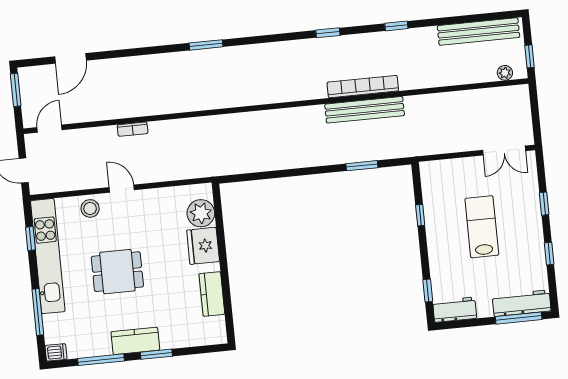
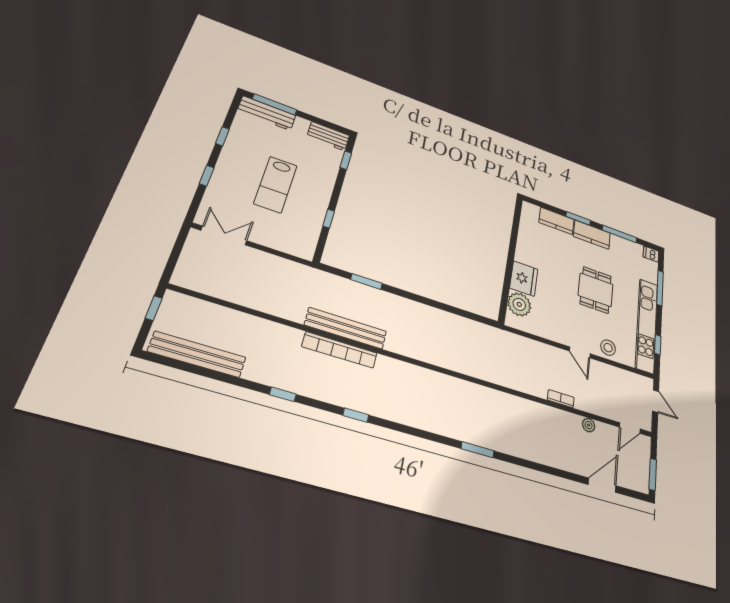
plant: (505, 73) -> (589, 425), moved
dining table: (117, 272) -> (596, 290), turned 90
kitchen counter: (212, 294) -> (557, 221), moved, turned 90

